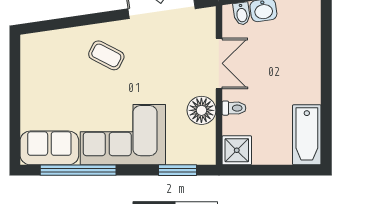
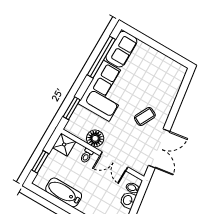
coffee table: (106, 55) -> (145, 116), moved
bathtub: (307, 135) -> (64, 192), moved
window: (282, 170) -> (40, 162), added

